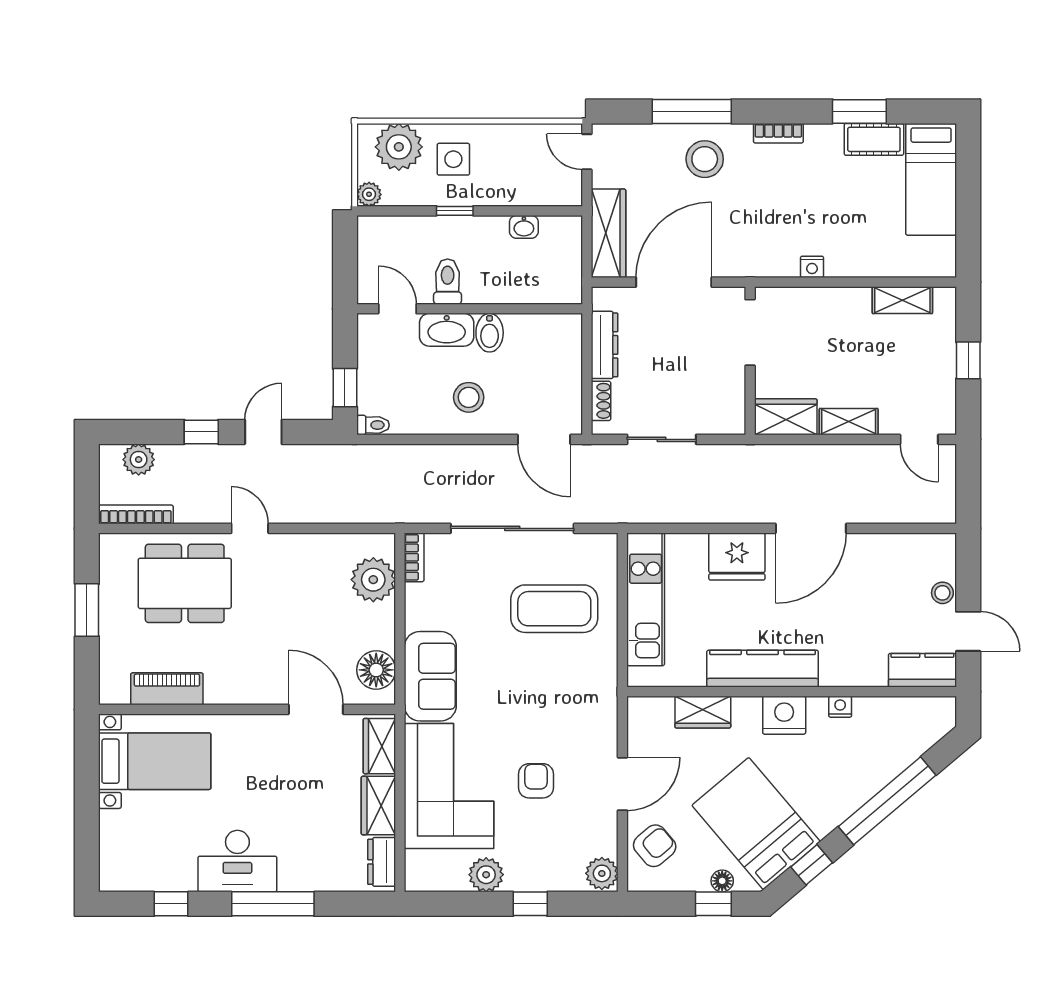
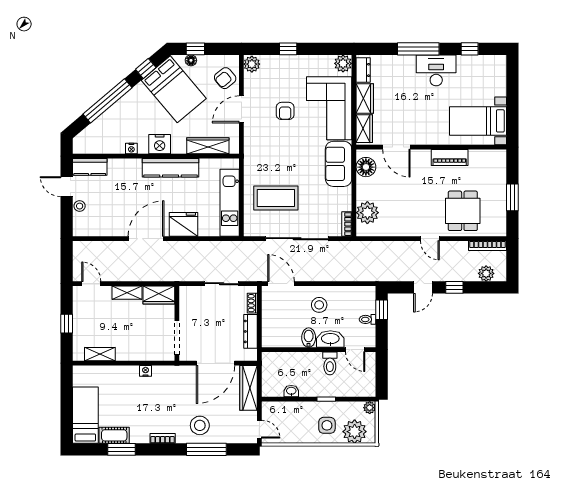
toilet: (373, 425) -> (368, 319), moved
dining table: (185, 583) -> (463, 211), width x0.73
piano: (167, 689) -> (450, 157), moved
wardrobe: (703, 712) -> (208, 146), width x1.50
plant: (486, 875) -> (343, 63), moved

